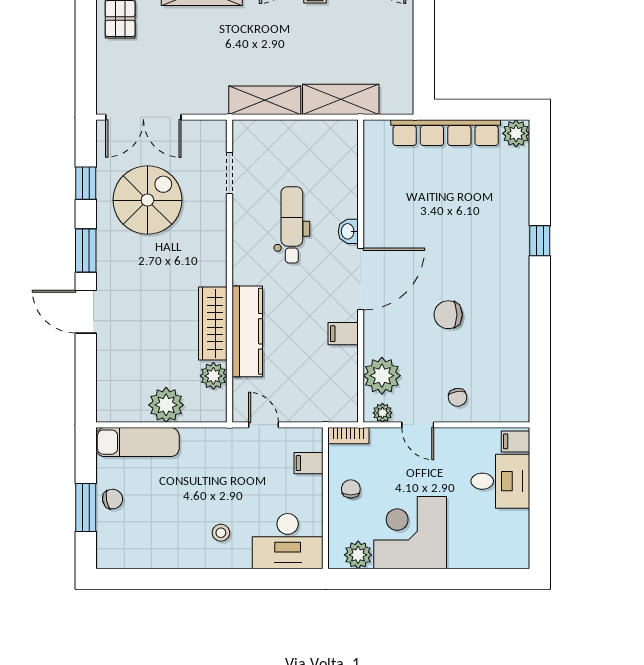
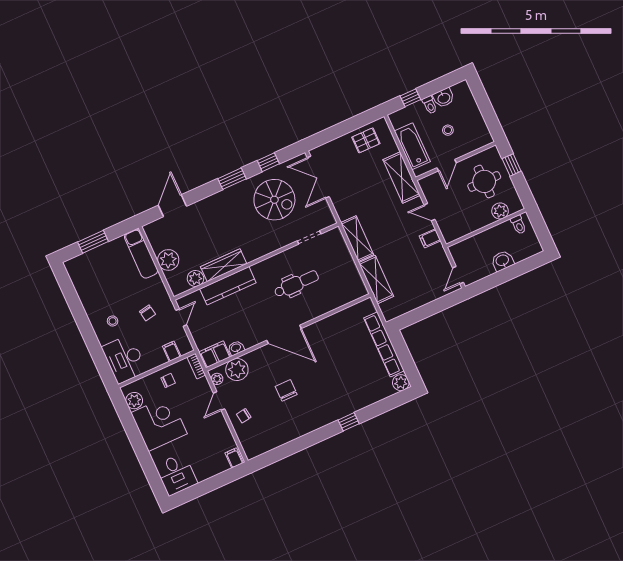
washbasin: (348, 231) -> (236, 348), moved
door: (86, 312) -> (172, 206), moved
filing cabinet: (343, 334) -> (215, 354), moved, width x2.00
desk: (500, 481) -> (176, 474), moved
chair: (113, 499) -> (148, 313), moved

